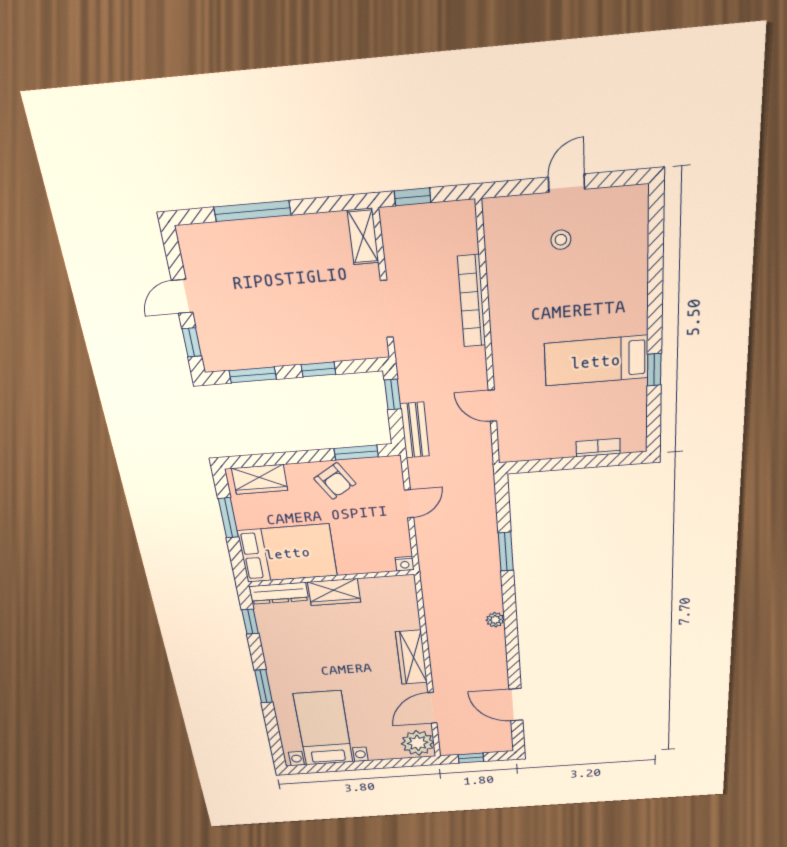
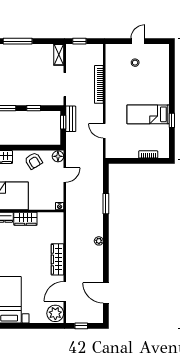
bench: (415, 430) -> (71, 119), moved
window: (356, 453) -> (44, 148), removed
floor lamp: (389, 468) -> (58, 156), added

